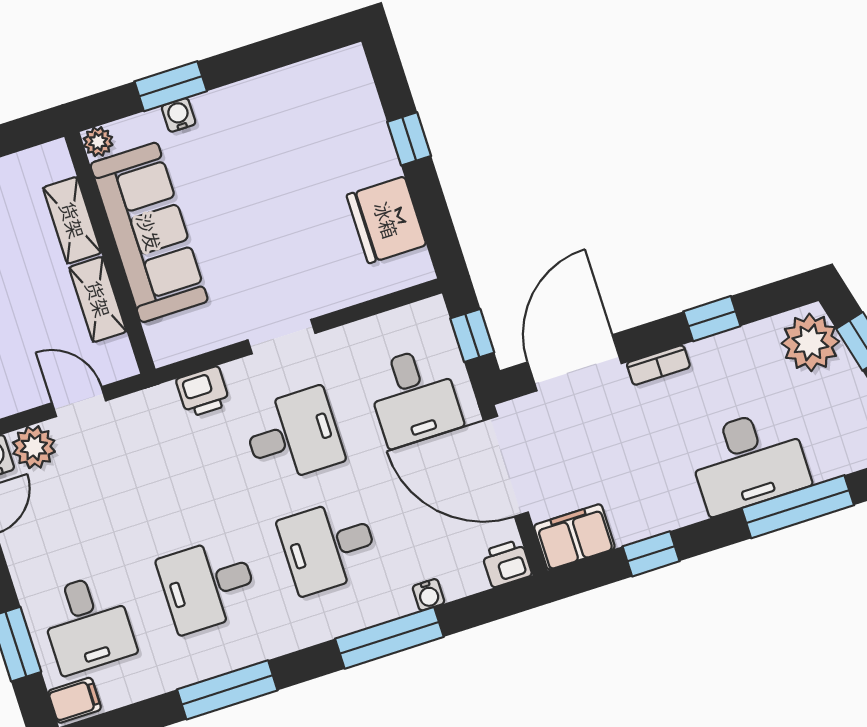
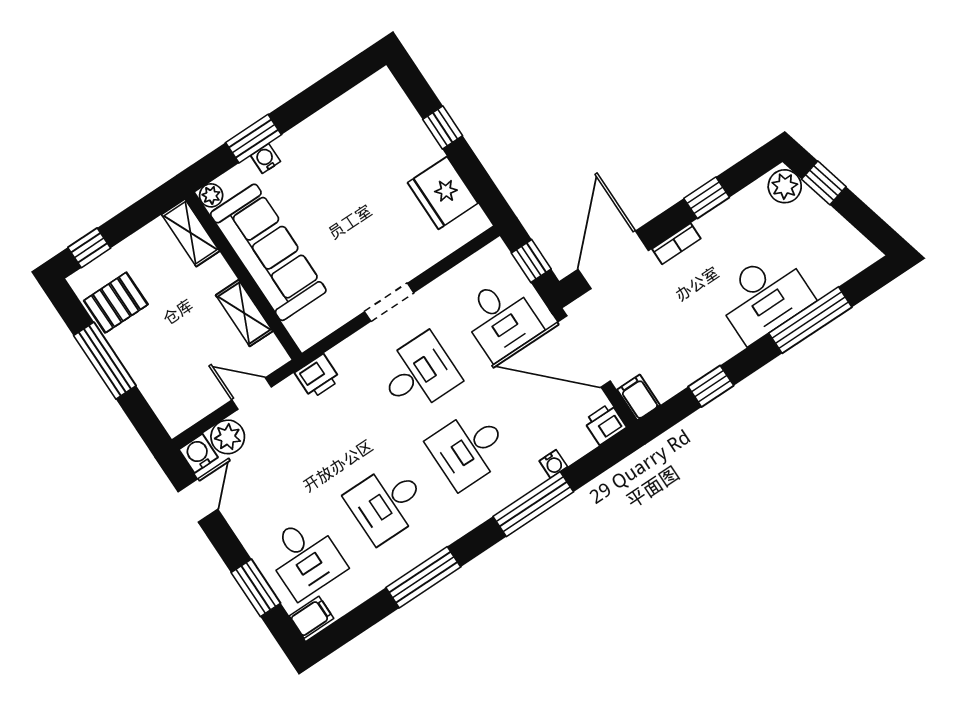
shelving: (72, 220) -> (190, 233), moved
plant: (810, 342) -> (785, 186), width x0.73, depth x0.73
printer: (203, 392) -> (317, 376), moved
filing cabinet: (574, 537) -> (639, 397), width x0.50

